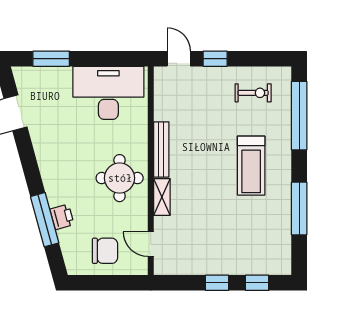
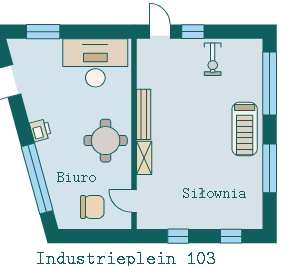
exercise bike: (253, 93) -> (213, 59), moved, turned 90
treadmill: (251, 166) -> (245, 129), moved
printer: (62, 217) -> (40, 130), moved
window: (45, 220) -> (37, 179), width x1.46
window: (217, 283) -> (178, 236), moved

